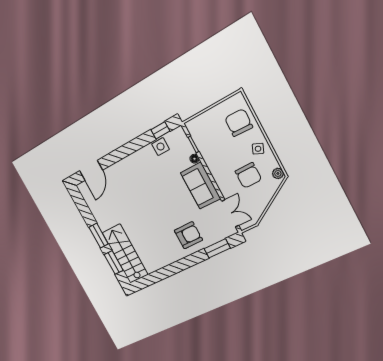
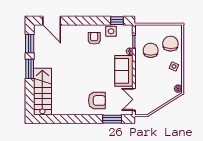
armchair: (146, 165) -> (94, 38), added
door: (91, 170) -> (52, 21), hinge flipped
chair: (248, 175) -> (151, 50), moved, turned 180
double door: (230, 213) -> (134, 99), swing flipped
window: (114, 262) -> (30, 44), moved

